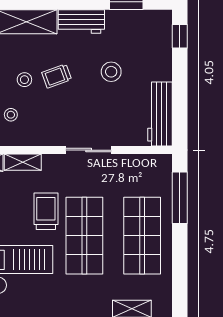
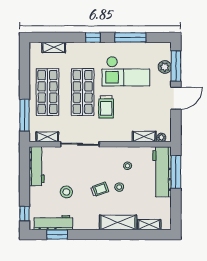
workbench: (81, 21) -> (53, 223), moved, width x1.38
sliding door: (89, 150) -> (80, 144), width x1.37
shelving: (23, 162) -> (47, 137), moved

